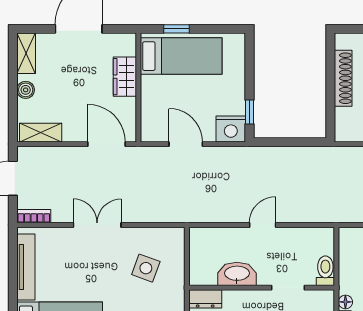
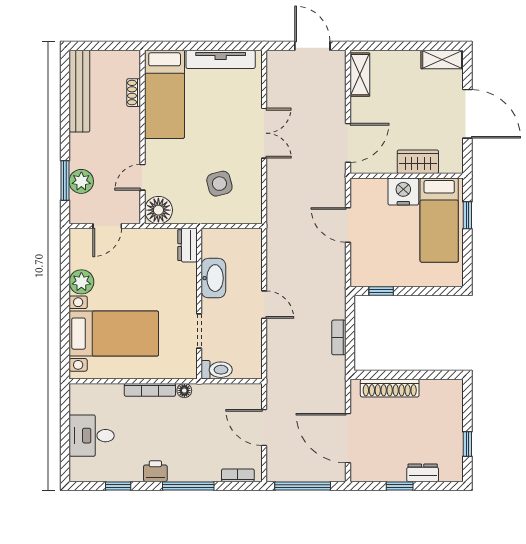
shoe rack: (343, 78) -> (390, 388), moved
boiler: (26, 90) -> (404, 59), removed
nightstand: (231, 129) -> (403, 192), moved, turned 90
door: (186, 144) -> (348, 225), swing flipped
bookcase: (34, 216) -> (339, 337), moved, turned 180
side table: (146, 268) -> (219, 184), turned -35

